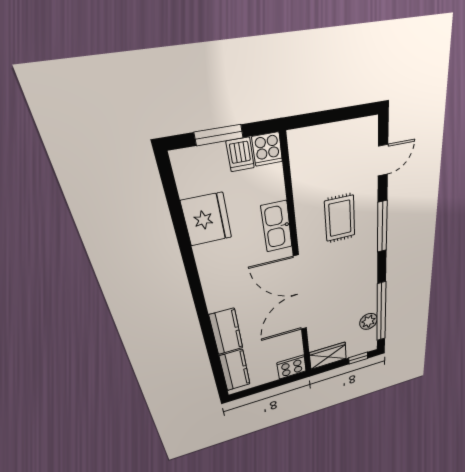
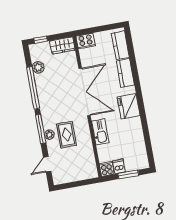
plant: (370, 217) -> (49, 135), added
fridge: (207, 219) -> (129, 106), moved
window: (381, 312) -> (33, 88), moved

